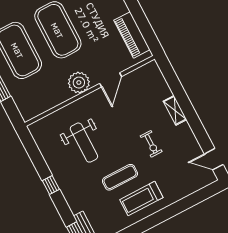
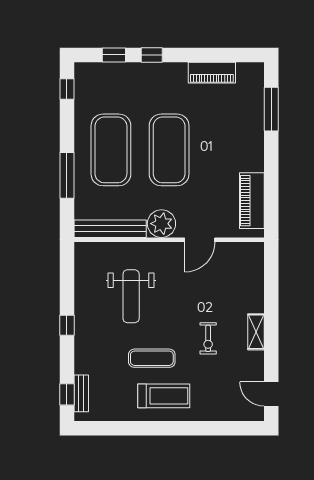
bench: (46, 104) -> (110, 229), added
shelving: (175, 110) -> (256, 332), moved
treadmill: (141, 199) -> (164, 396), turned 180

